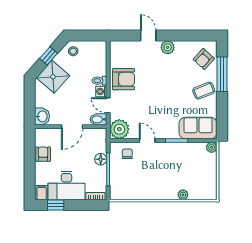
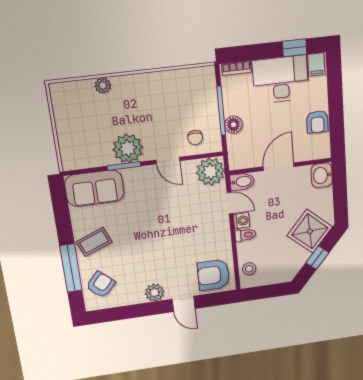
stool: (73, 51) -> (249, 269), moved
armchair: (123, 79) -> (213, 275), moved
plant: (212, 147) -> (128, 148), moved, width x1.88, depth x1.88

